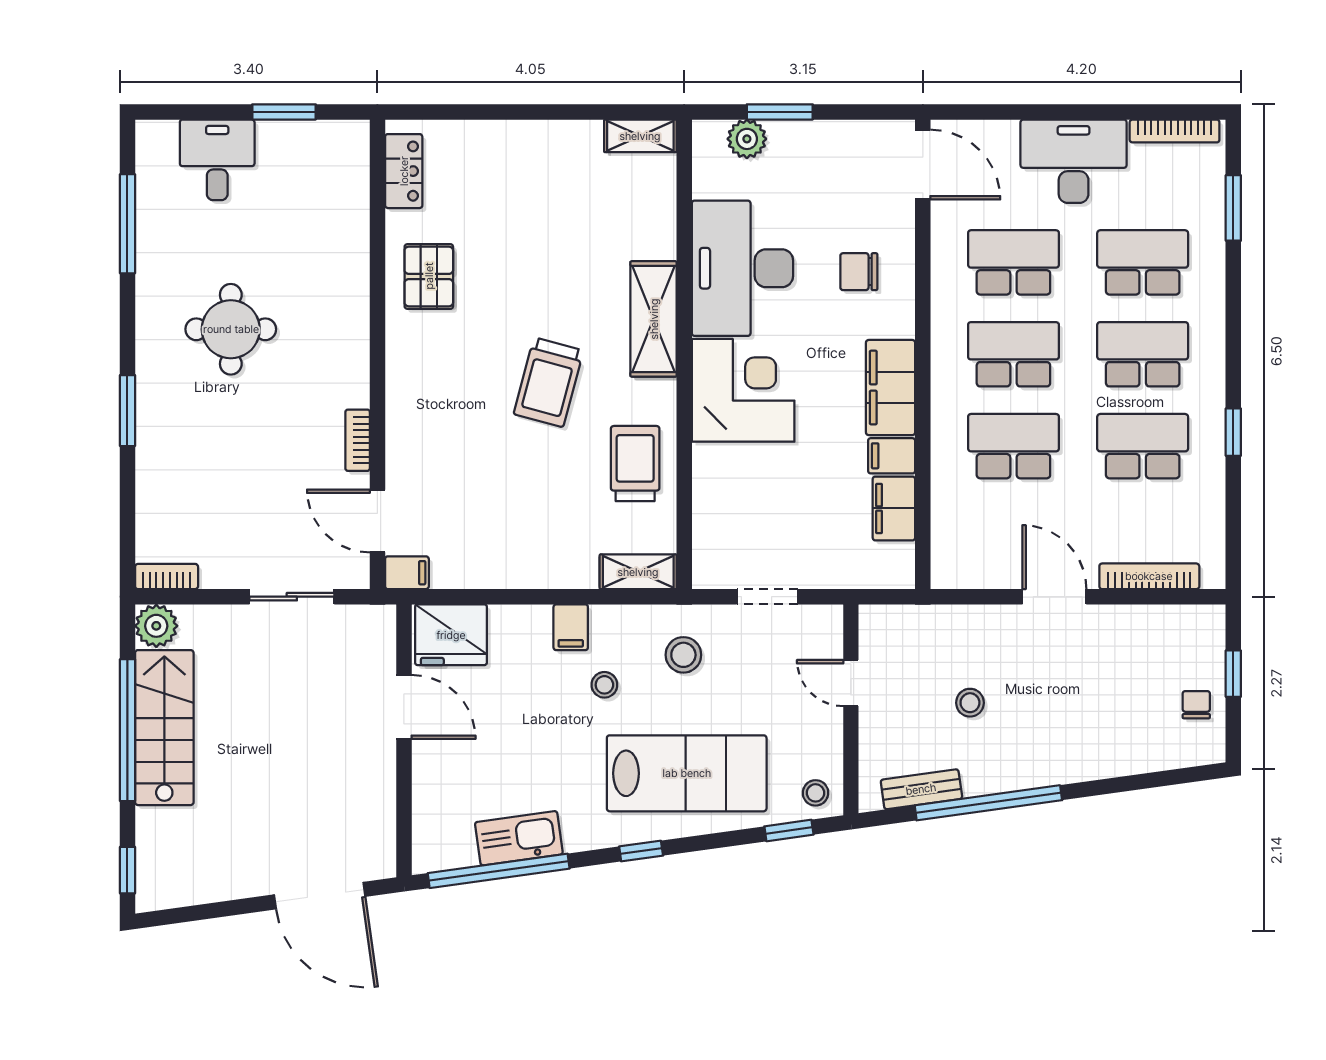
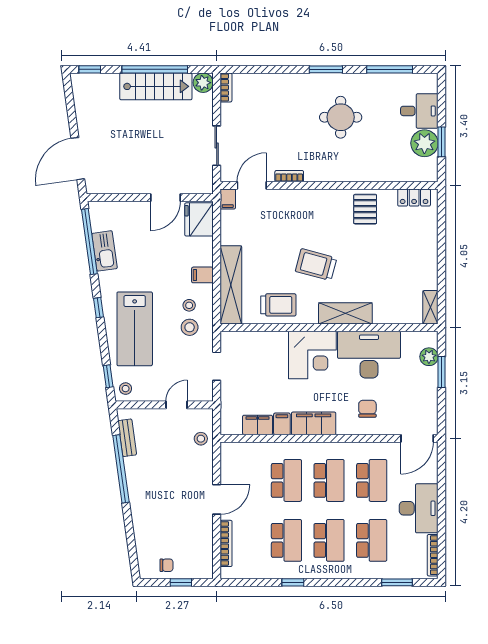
plant: (287, 149) -> (424, 143), added
pallet: (429, 276) -> (365, 209), turned 90
window: (127, 411) -> (326, 69), moved
shelving: (638, 572) -> (231, 285), width x2.20, depth x1.33
stool: (604, 685) -> (189, 305), moved
stool: (970, 703) -> (201, 439), moved

